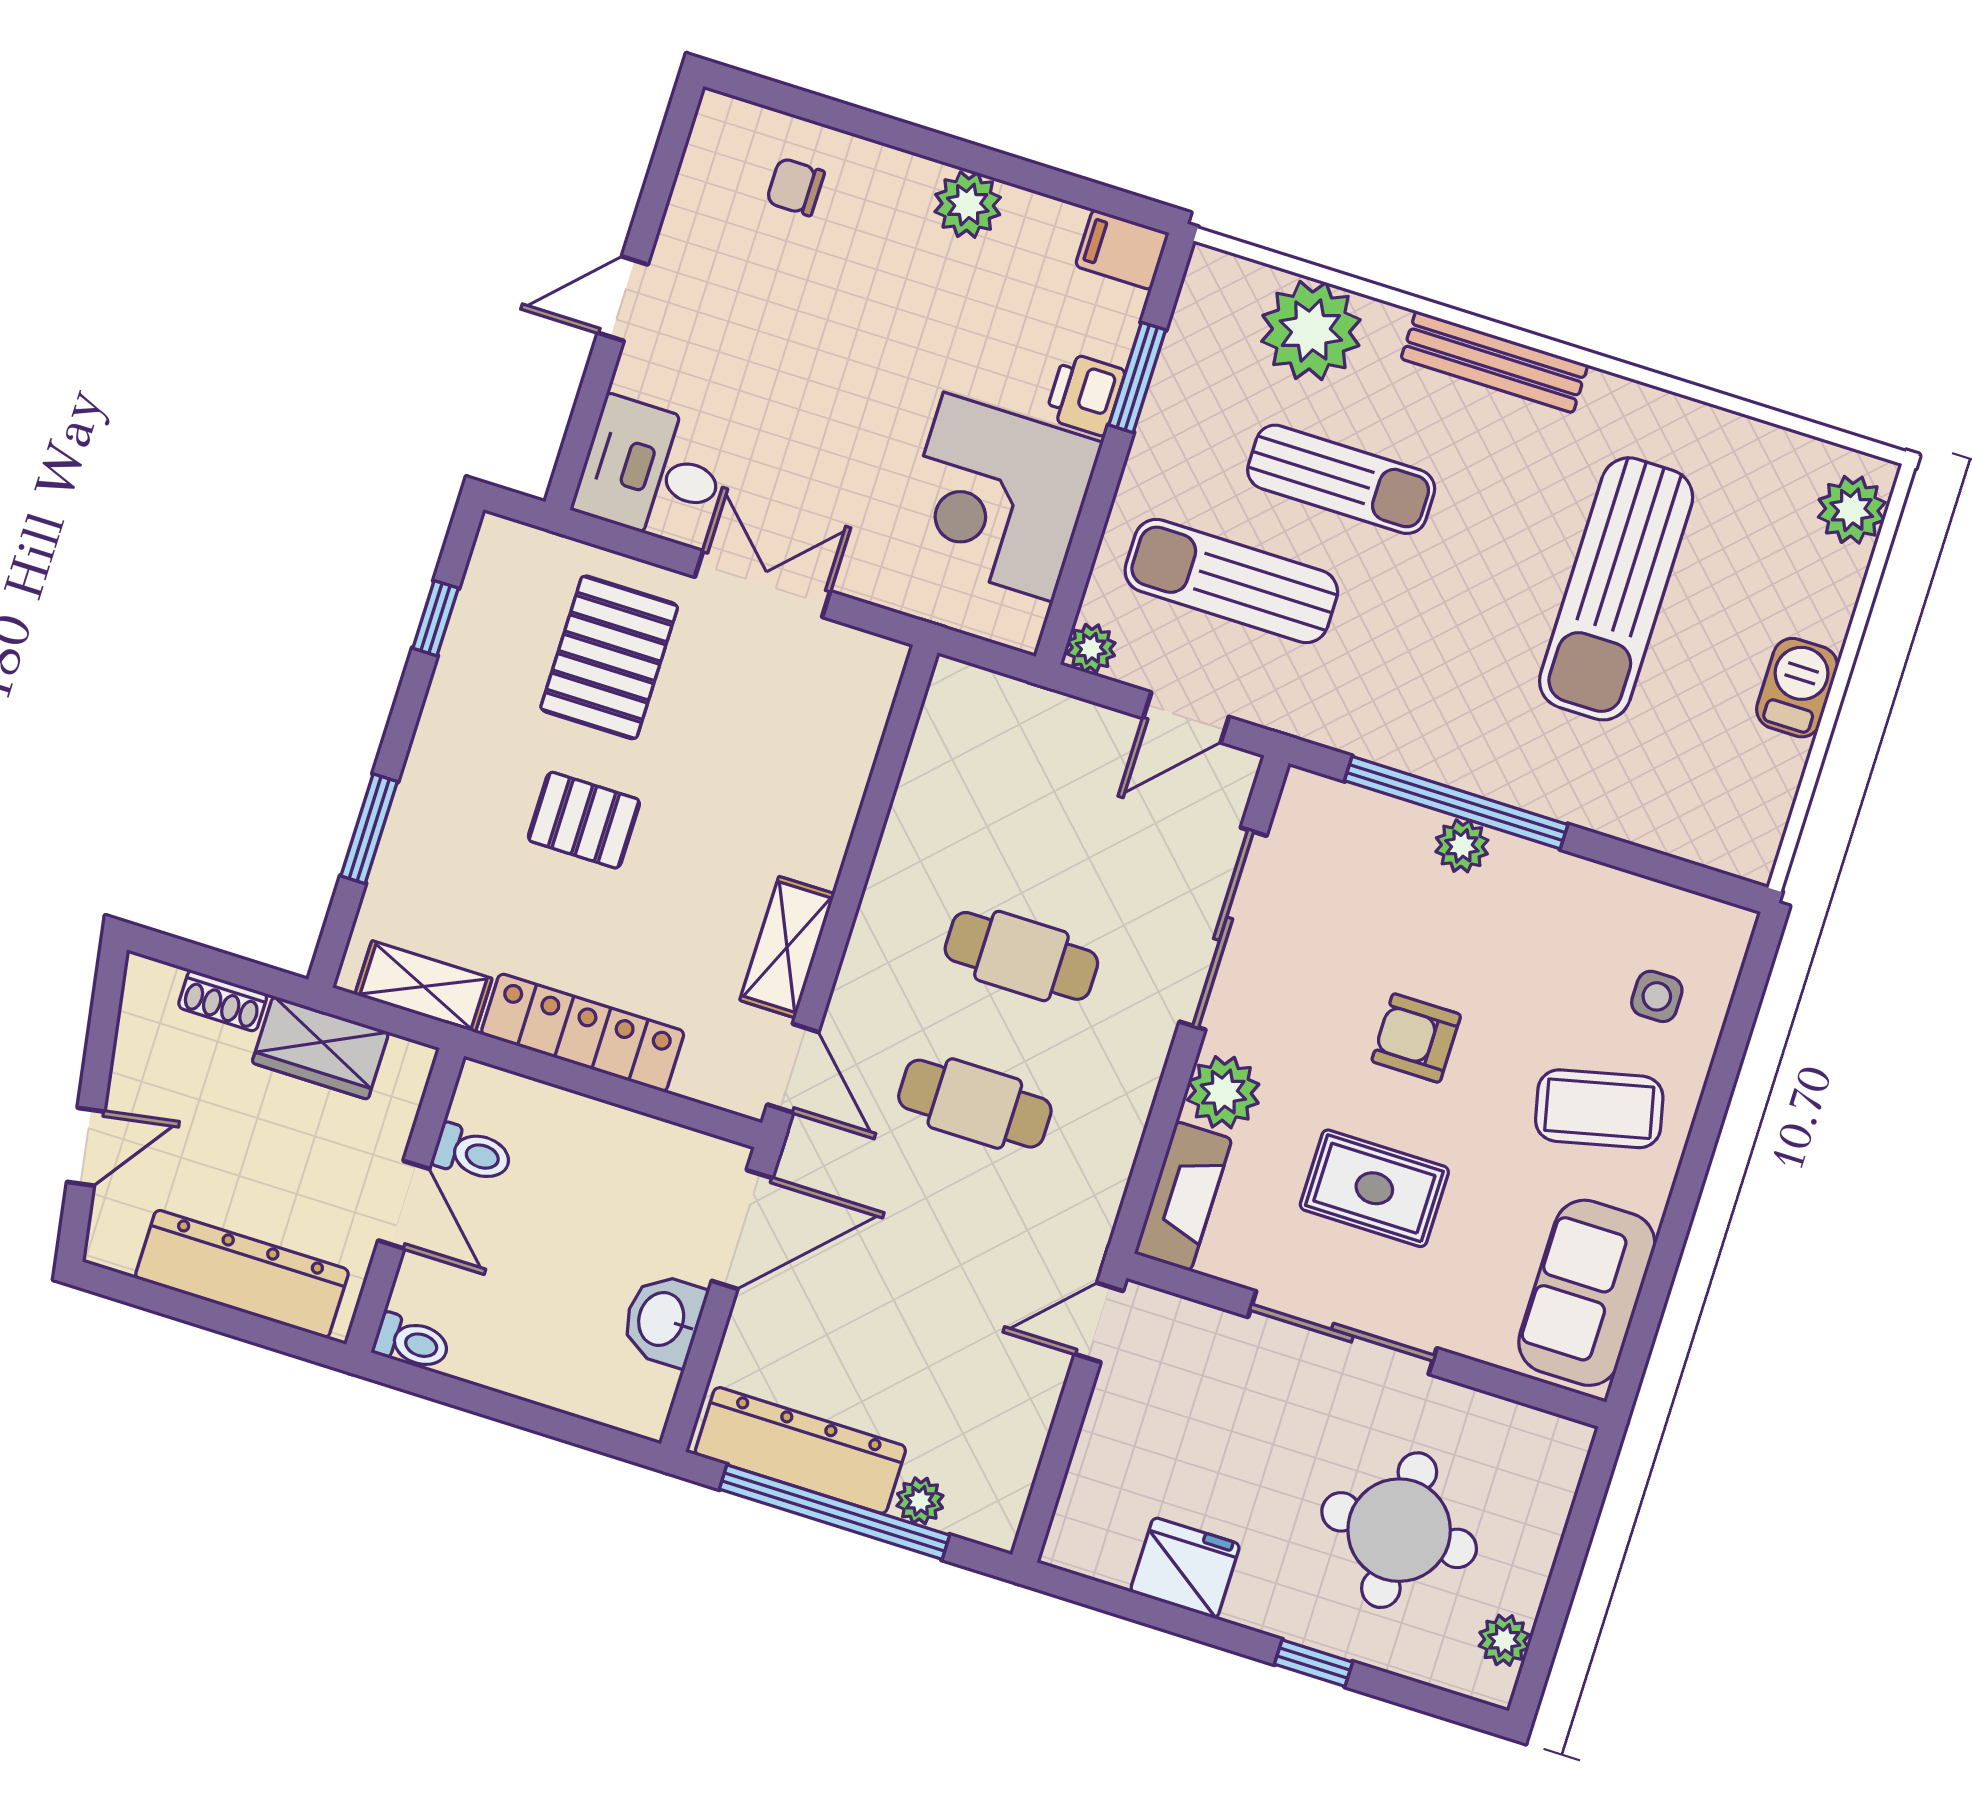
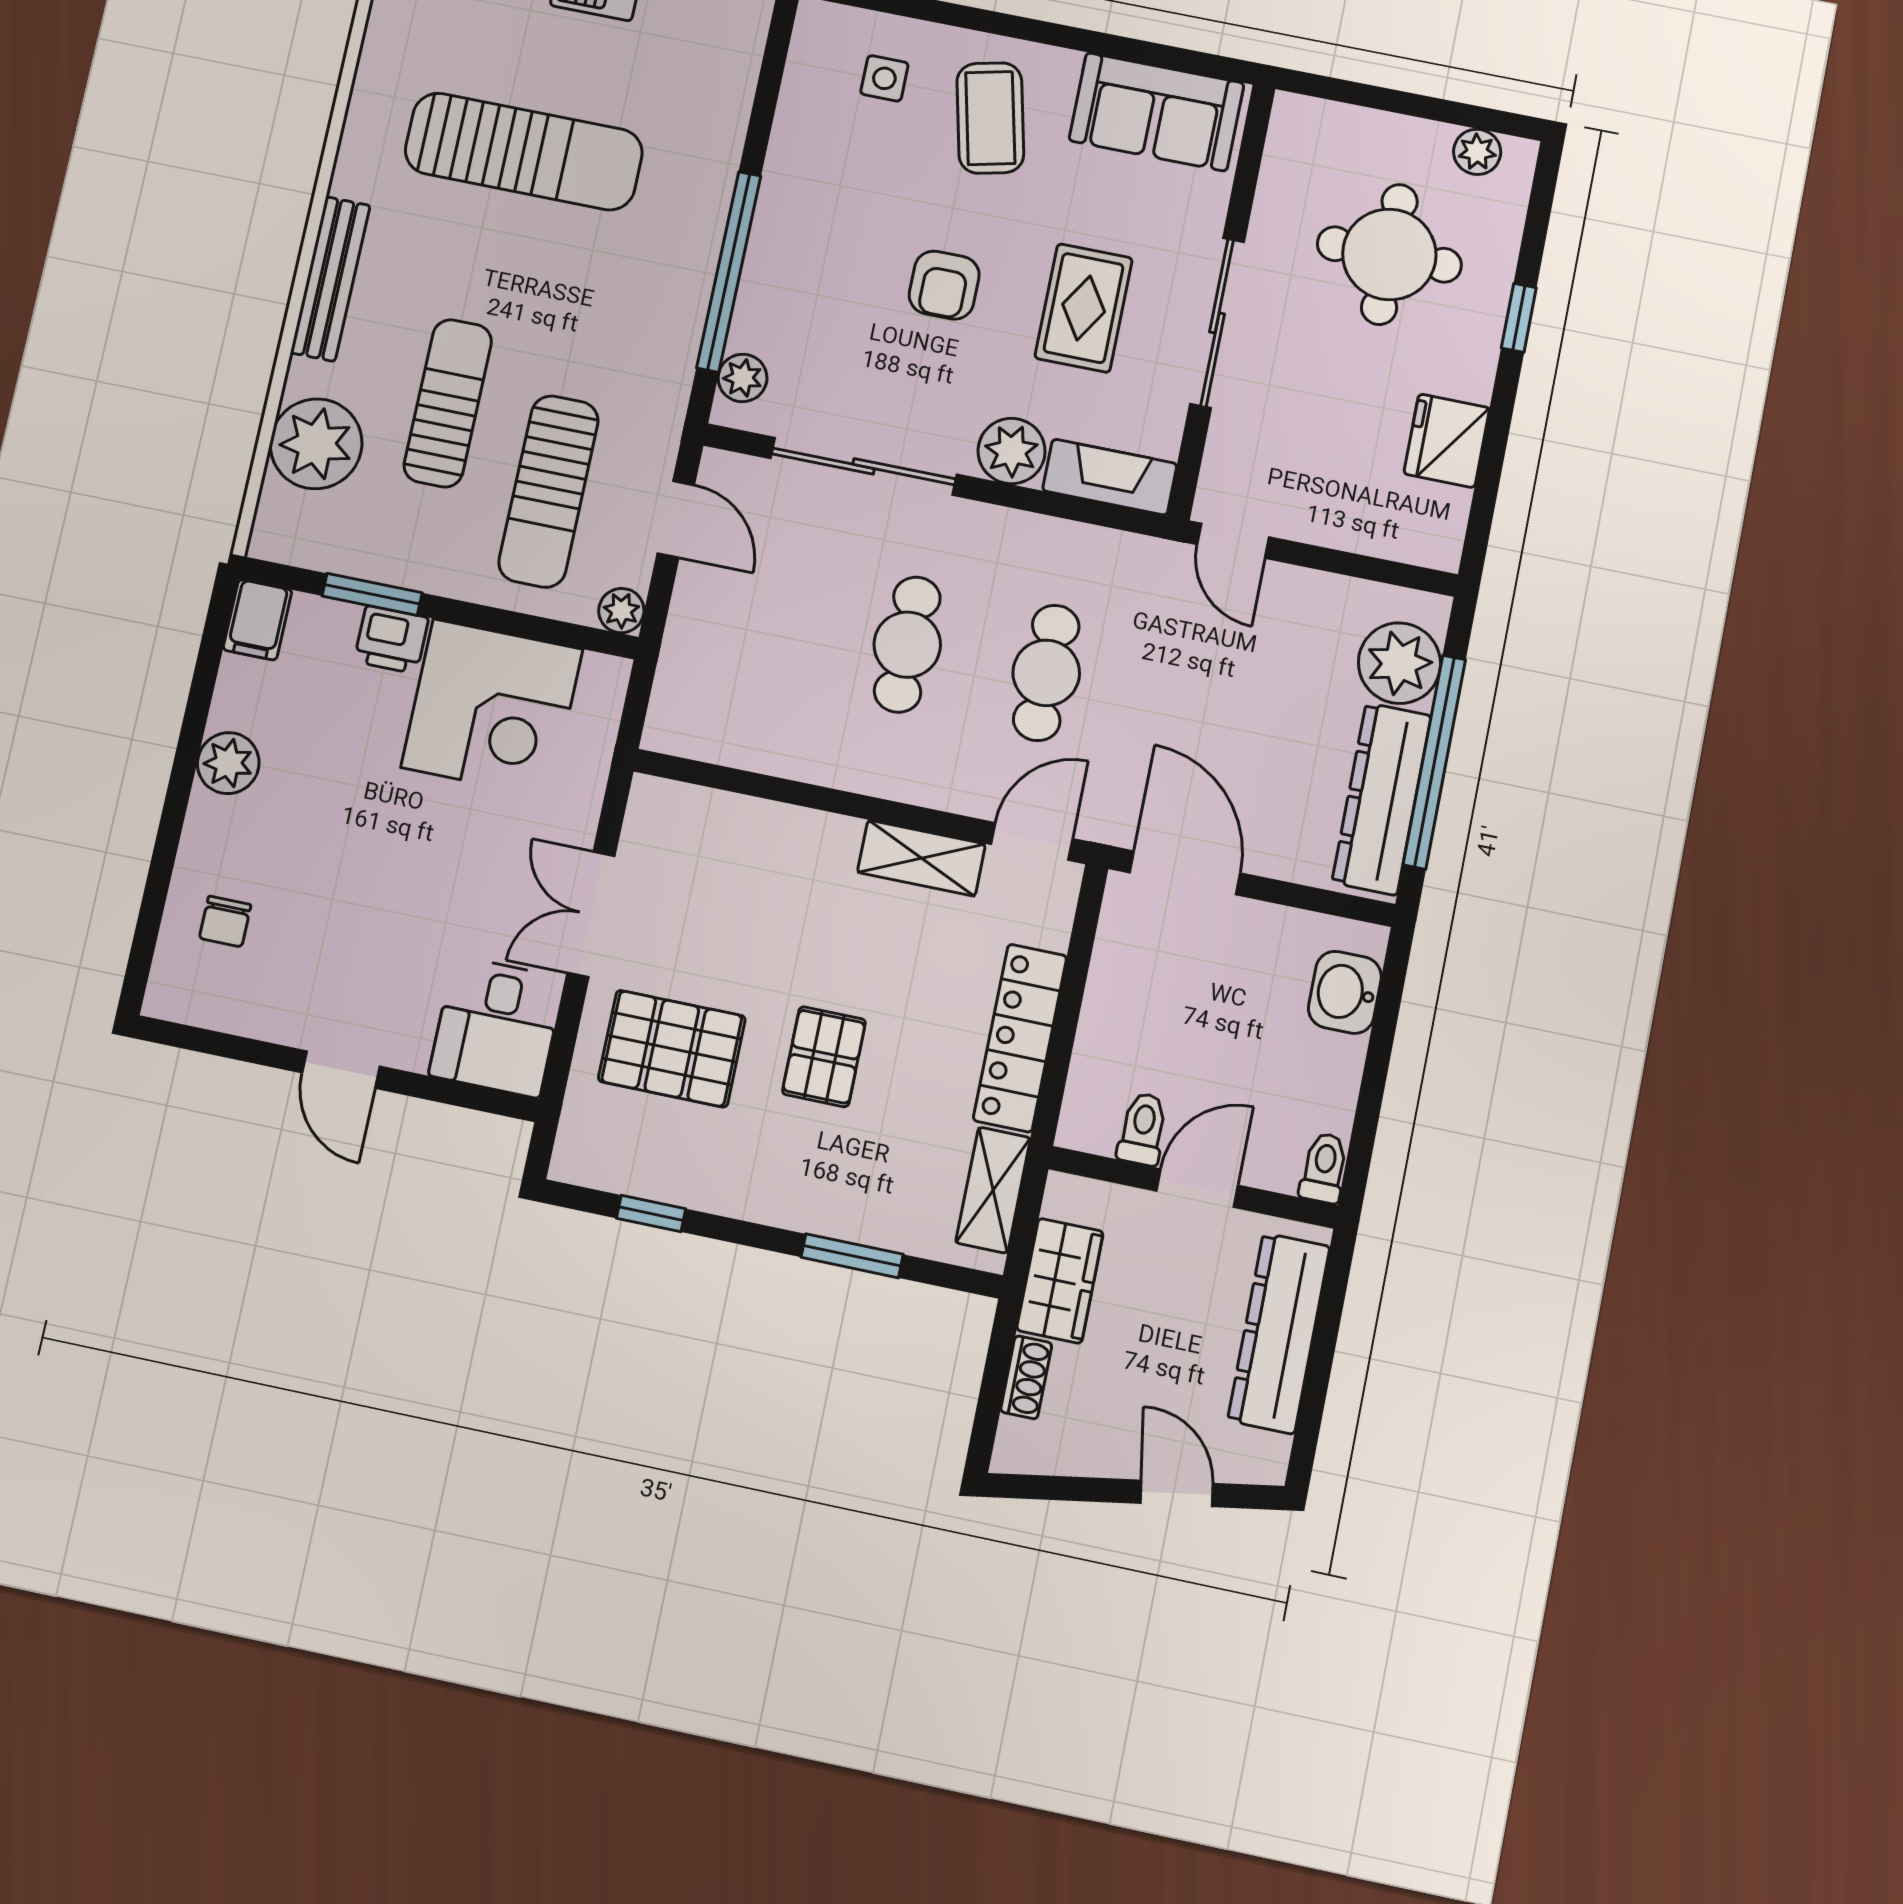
plant: (1462, 846) -> (743, 378), moved
washbasin: (663, 1320) -> (1345, 992), moved, turned 90
plant: (920, 1501) -> (1399, 663), width x1.88, depth x1.88

